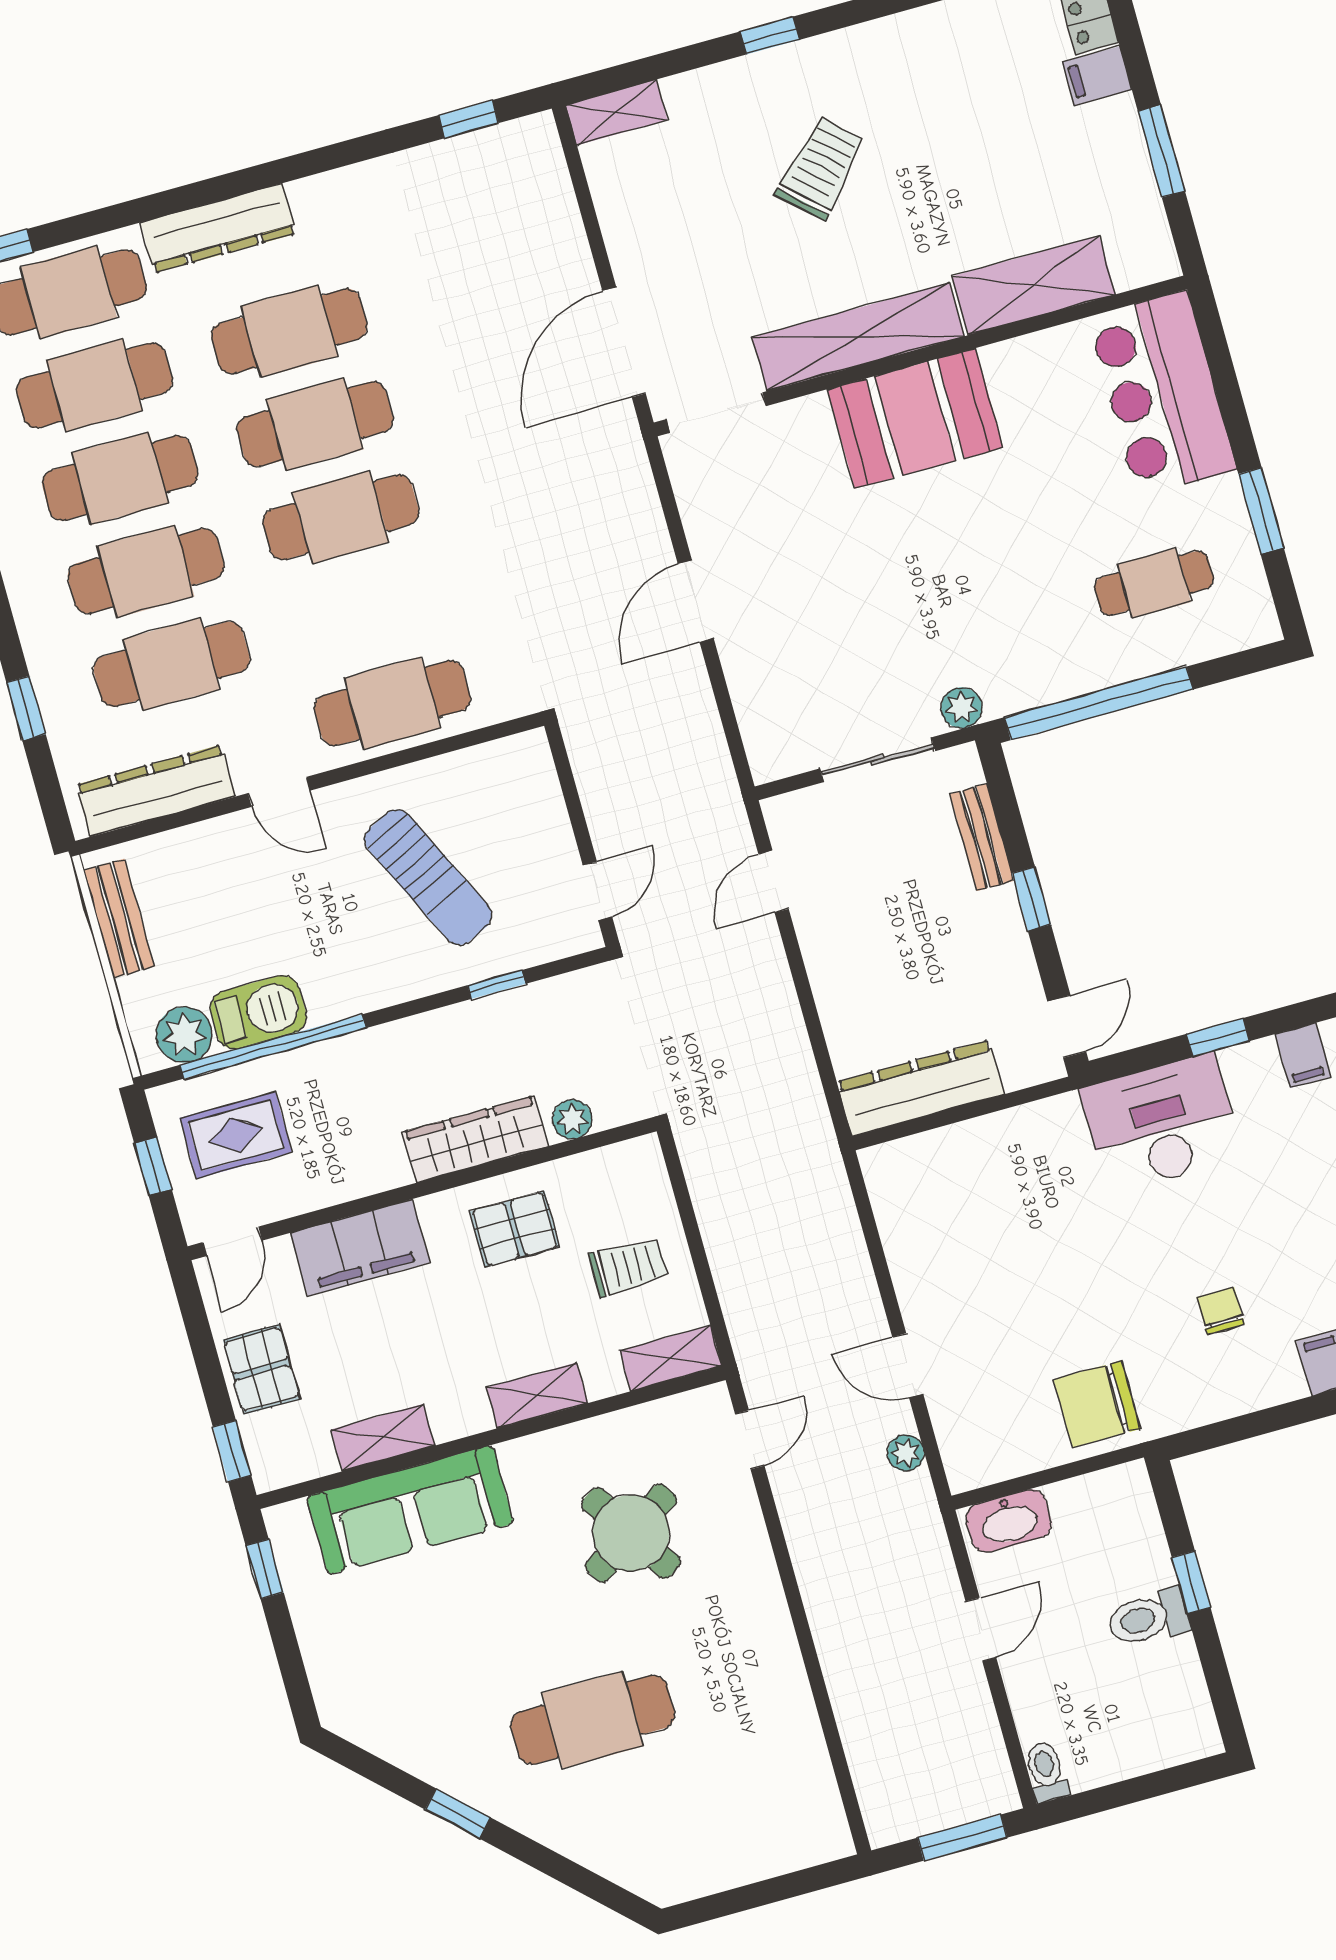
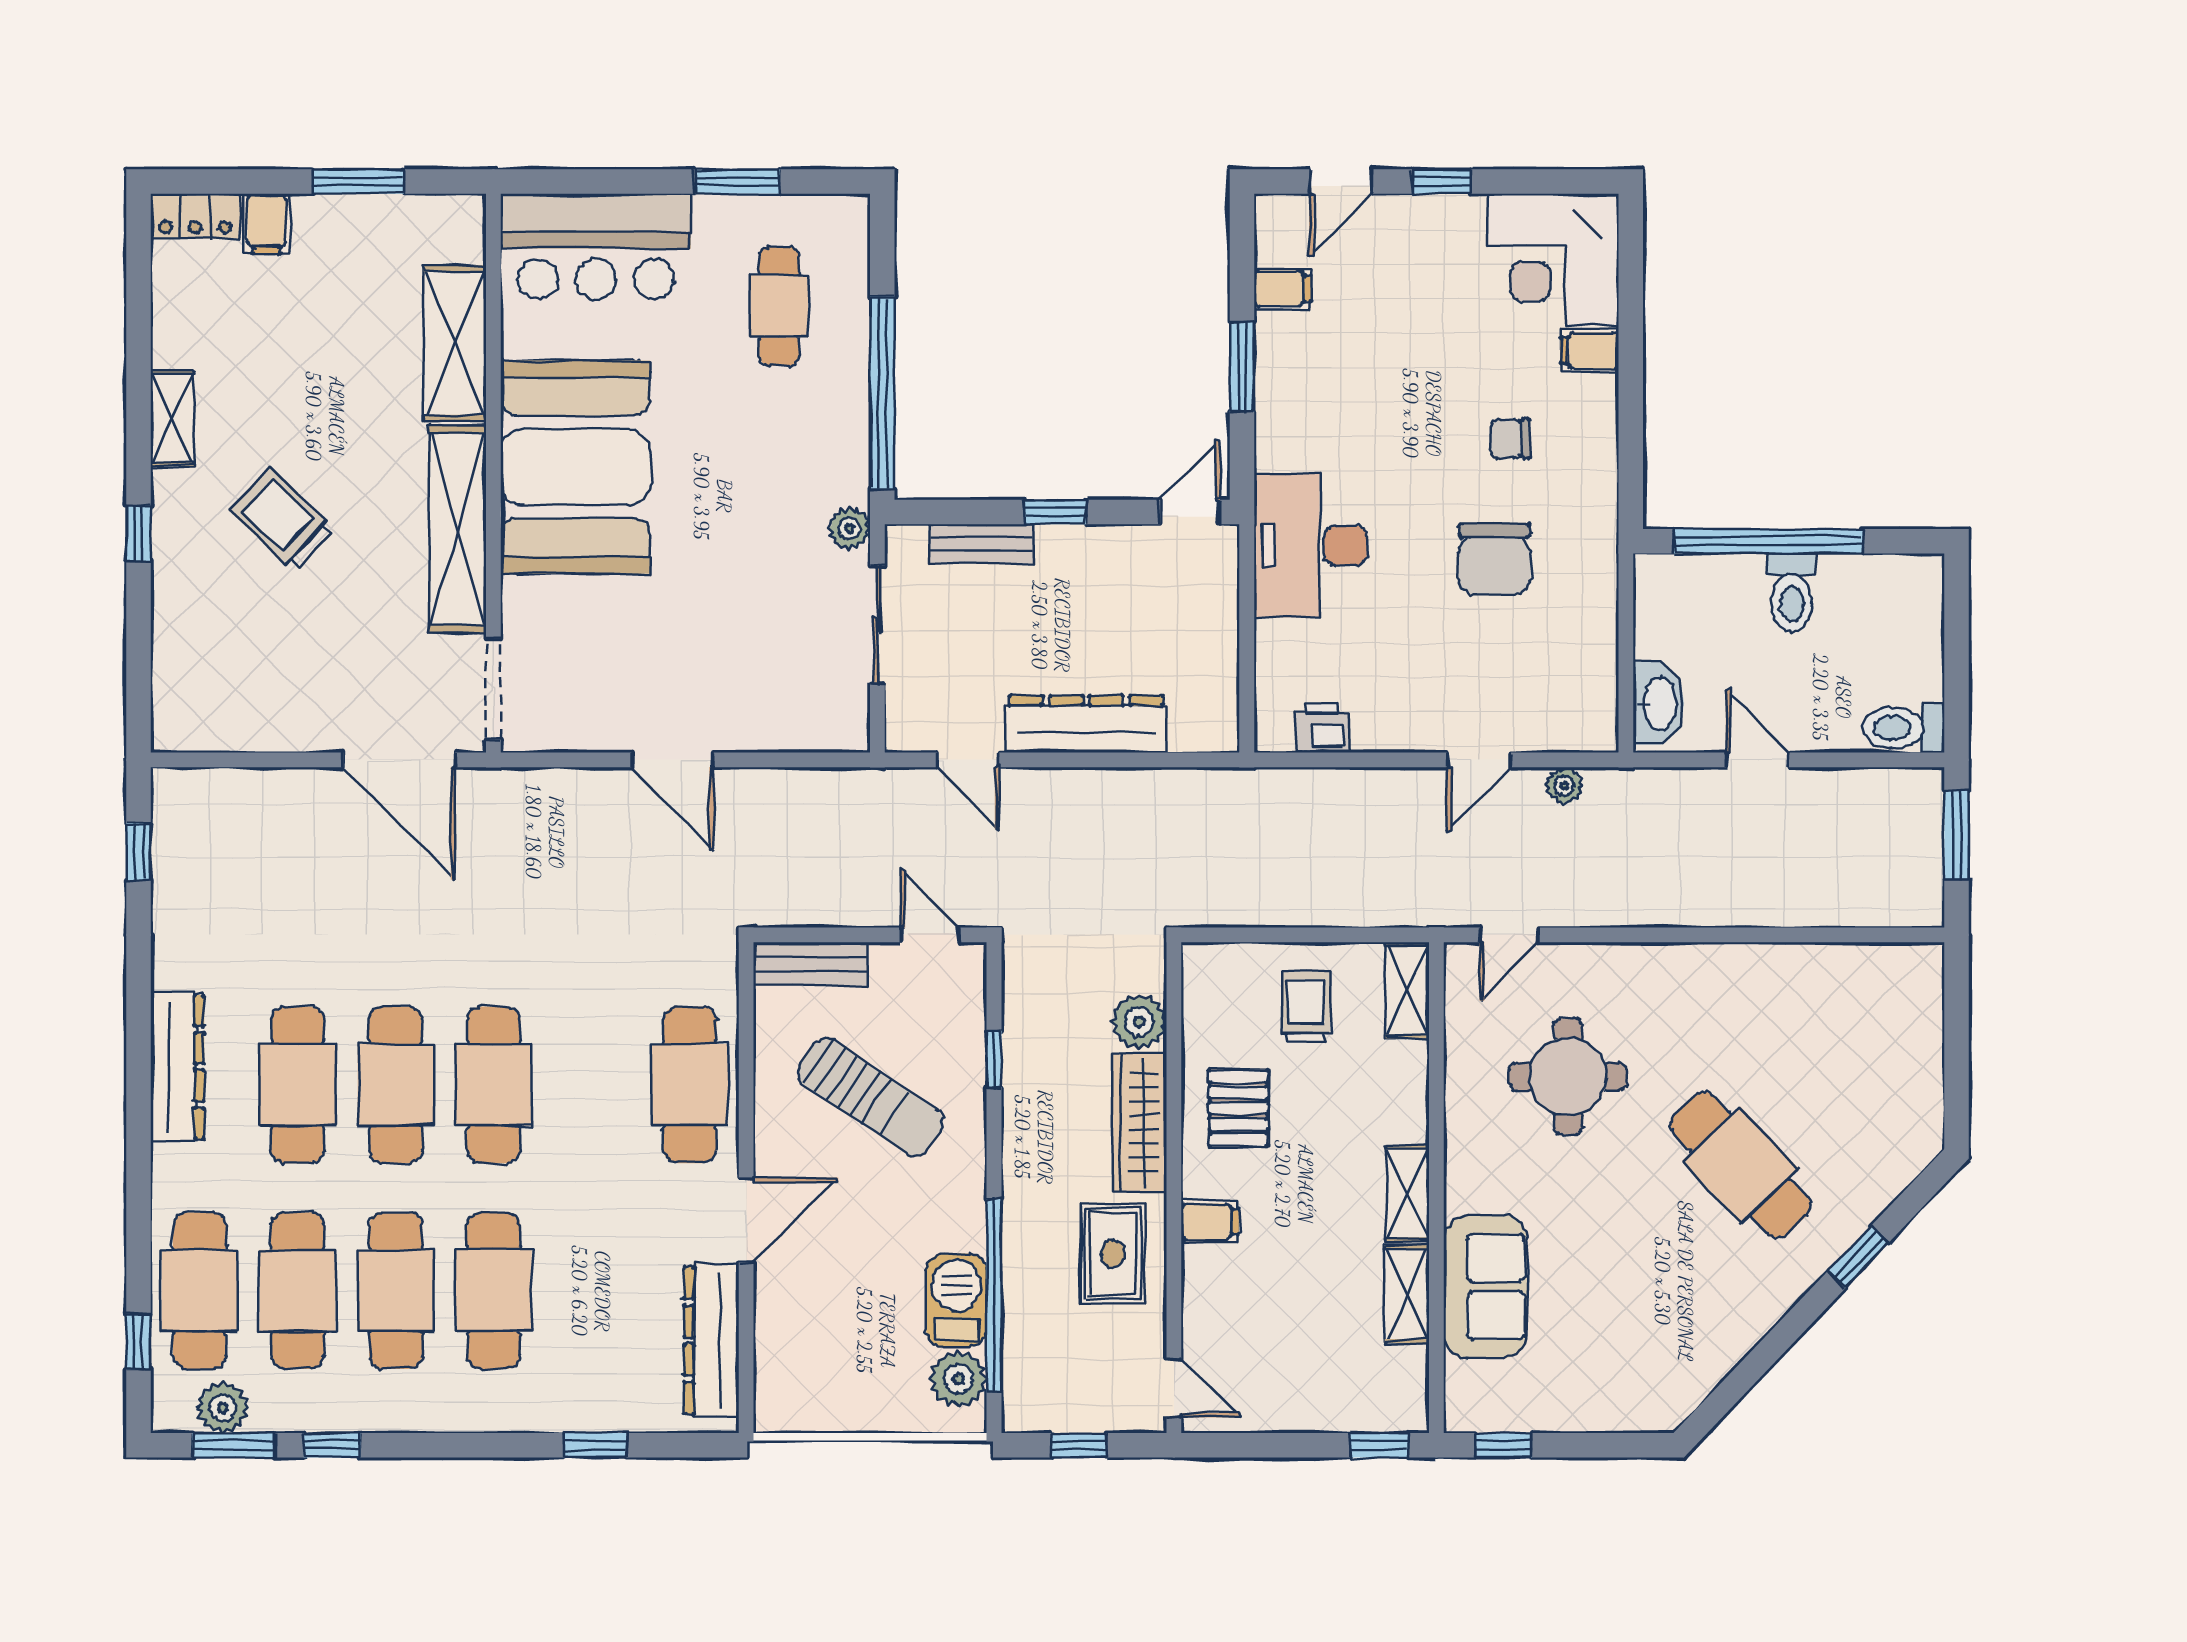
shelving: (616, 112) -> (172, 418), moved
dresser: (218, 228) -> (177, 1067), moved
booth: (915, 418) -> (575, 467), width x1.36, depth x1.42
cafe table: (172, 664) -> (592, 1291), removed
door: (279, 792) -> (746, 1220), width x1.38
sun lounger: (428, 877) -> (870, 1097), turned 60
bench: (119, 918) -> (810, 964), moved
door: (1067, 1026) -> (1190, 512), hinge flipped
window: (1218, 1038) -> (1242, 367), width x1.50
dresser: (920, 1088) -> (1086, 724), moved, turned 90
plant: (572, 1119) -> (1139, 1022), width x1.38, depth x1.38
desk: (1161, 1123) -> (1310, 546), moved
rug: (236, 1135) -> (1113, 1254), moved
printer: (897, 1208) -> (1322, 728), added
filing cabinet: (360, 1248) -> (1210, 1222), width x0.33, depth x0.86
pallet: (261, 1369) -> (1307, 1394), removed
shelving: (537, 1395) -> (1408, 1193), moved
chair: (1097, 1404) -> (1494, 559), moved
door: (750, 1440) -> (1509, 935), swing flipped
sofa: (410, 1510) -> (1485, 1287), width x0.73
round table: (631, 1533) -> (1568, 1077), turned 33
window: (1191, 1582) -> (1768, 541), width x3.17
cafe table: (593, 1720) -> (1740, 1165), turned -43
toilet: (1046, 1772) -> (1903, 728), width x1.37, depth x1.39
window: (458, 1814) -> (1858, 1257), moved

